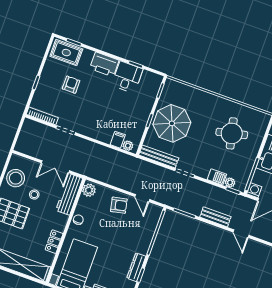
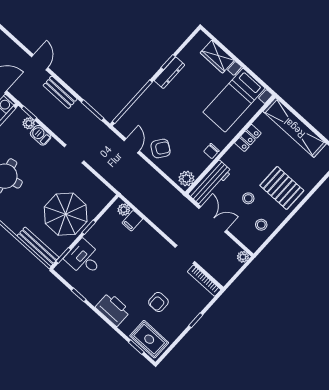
desk: (127, 77) -> (84, 258), moved, turned 90
plant: (20, 147) -> (243, 257), added
bench: (159, 156) -> (38, 247), moved
stool: (16, 178) -> (261, 225), width x0.53, depth x0.53
armchair: (119, 205) -> (161, 148), turned 138

